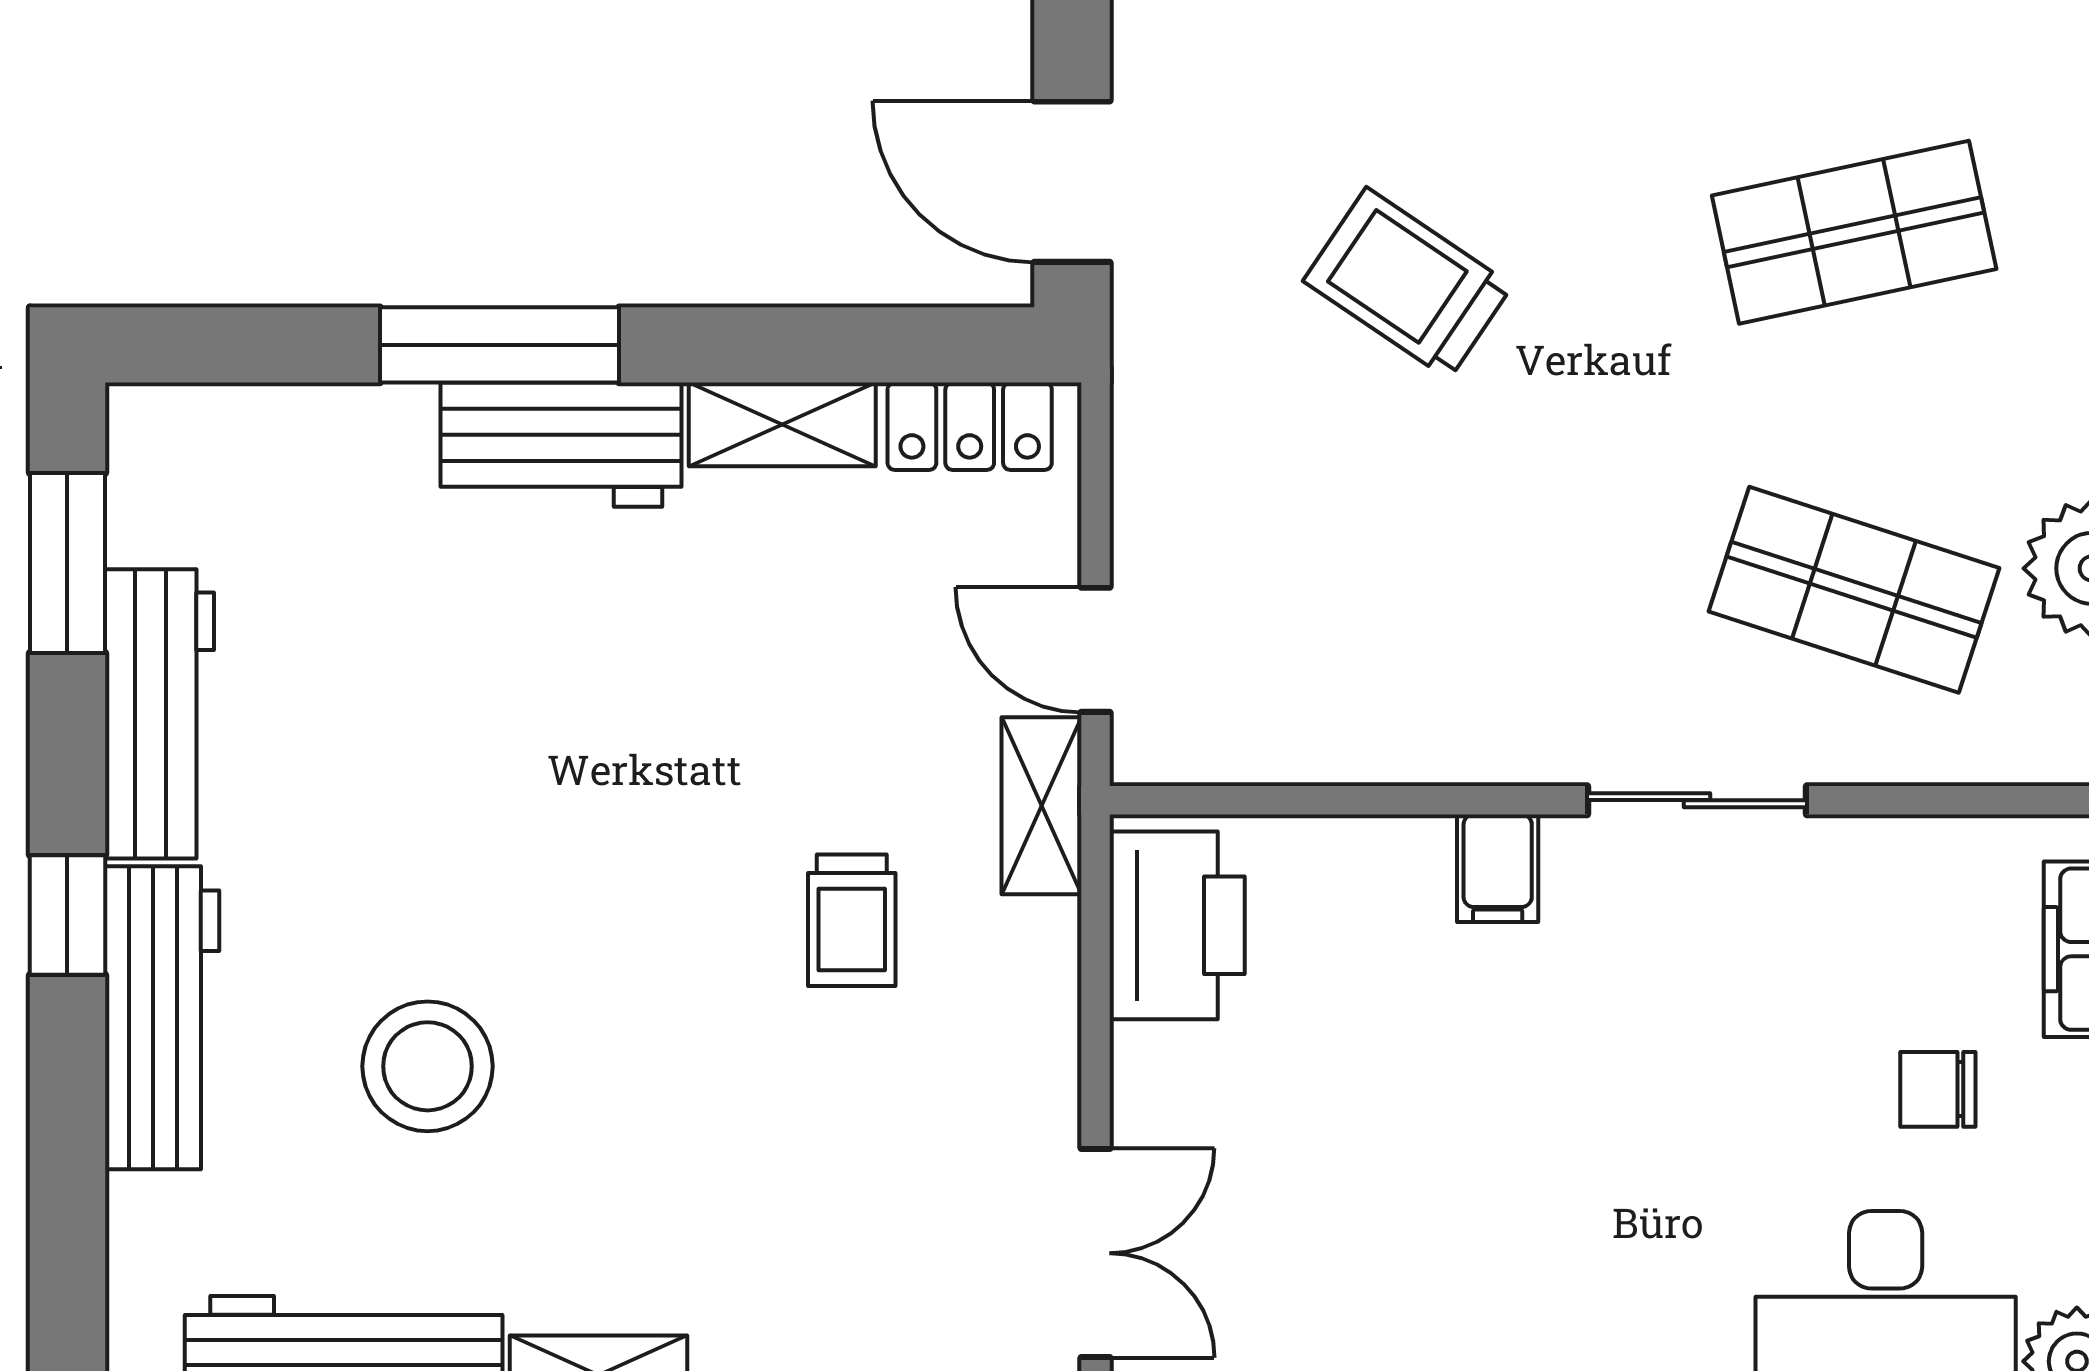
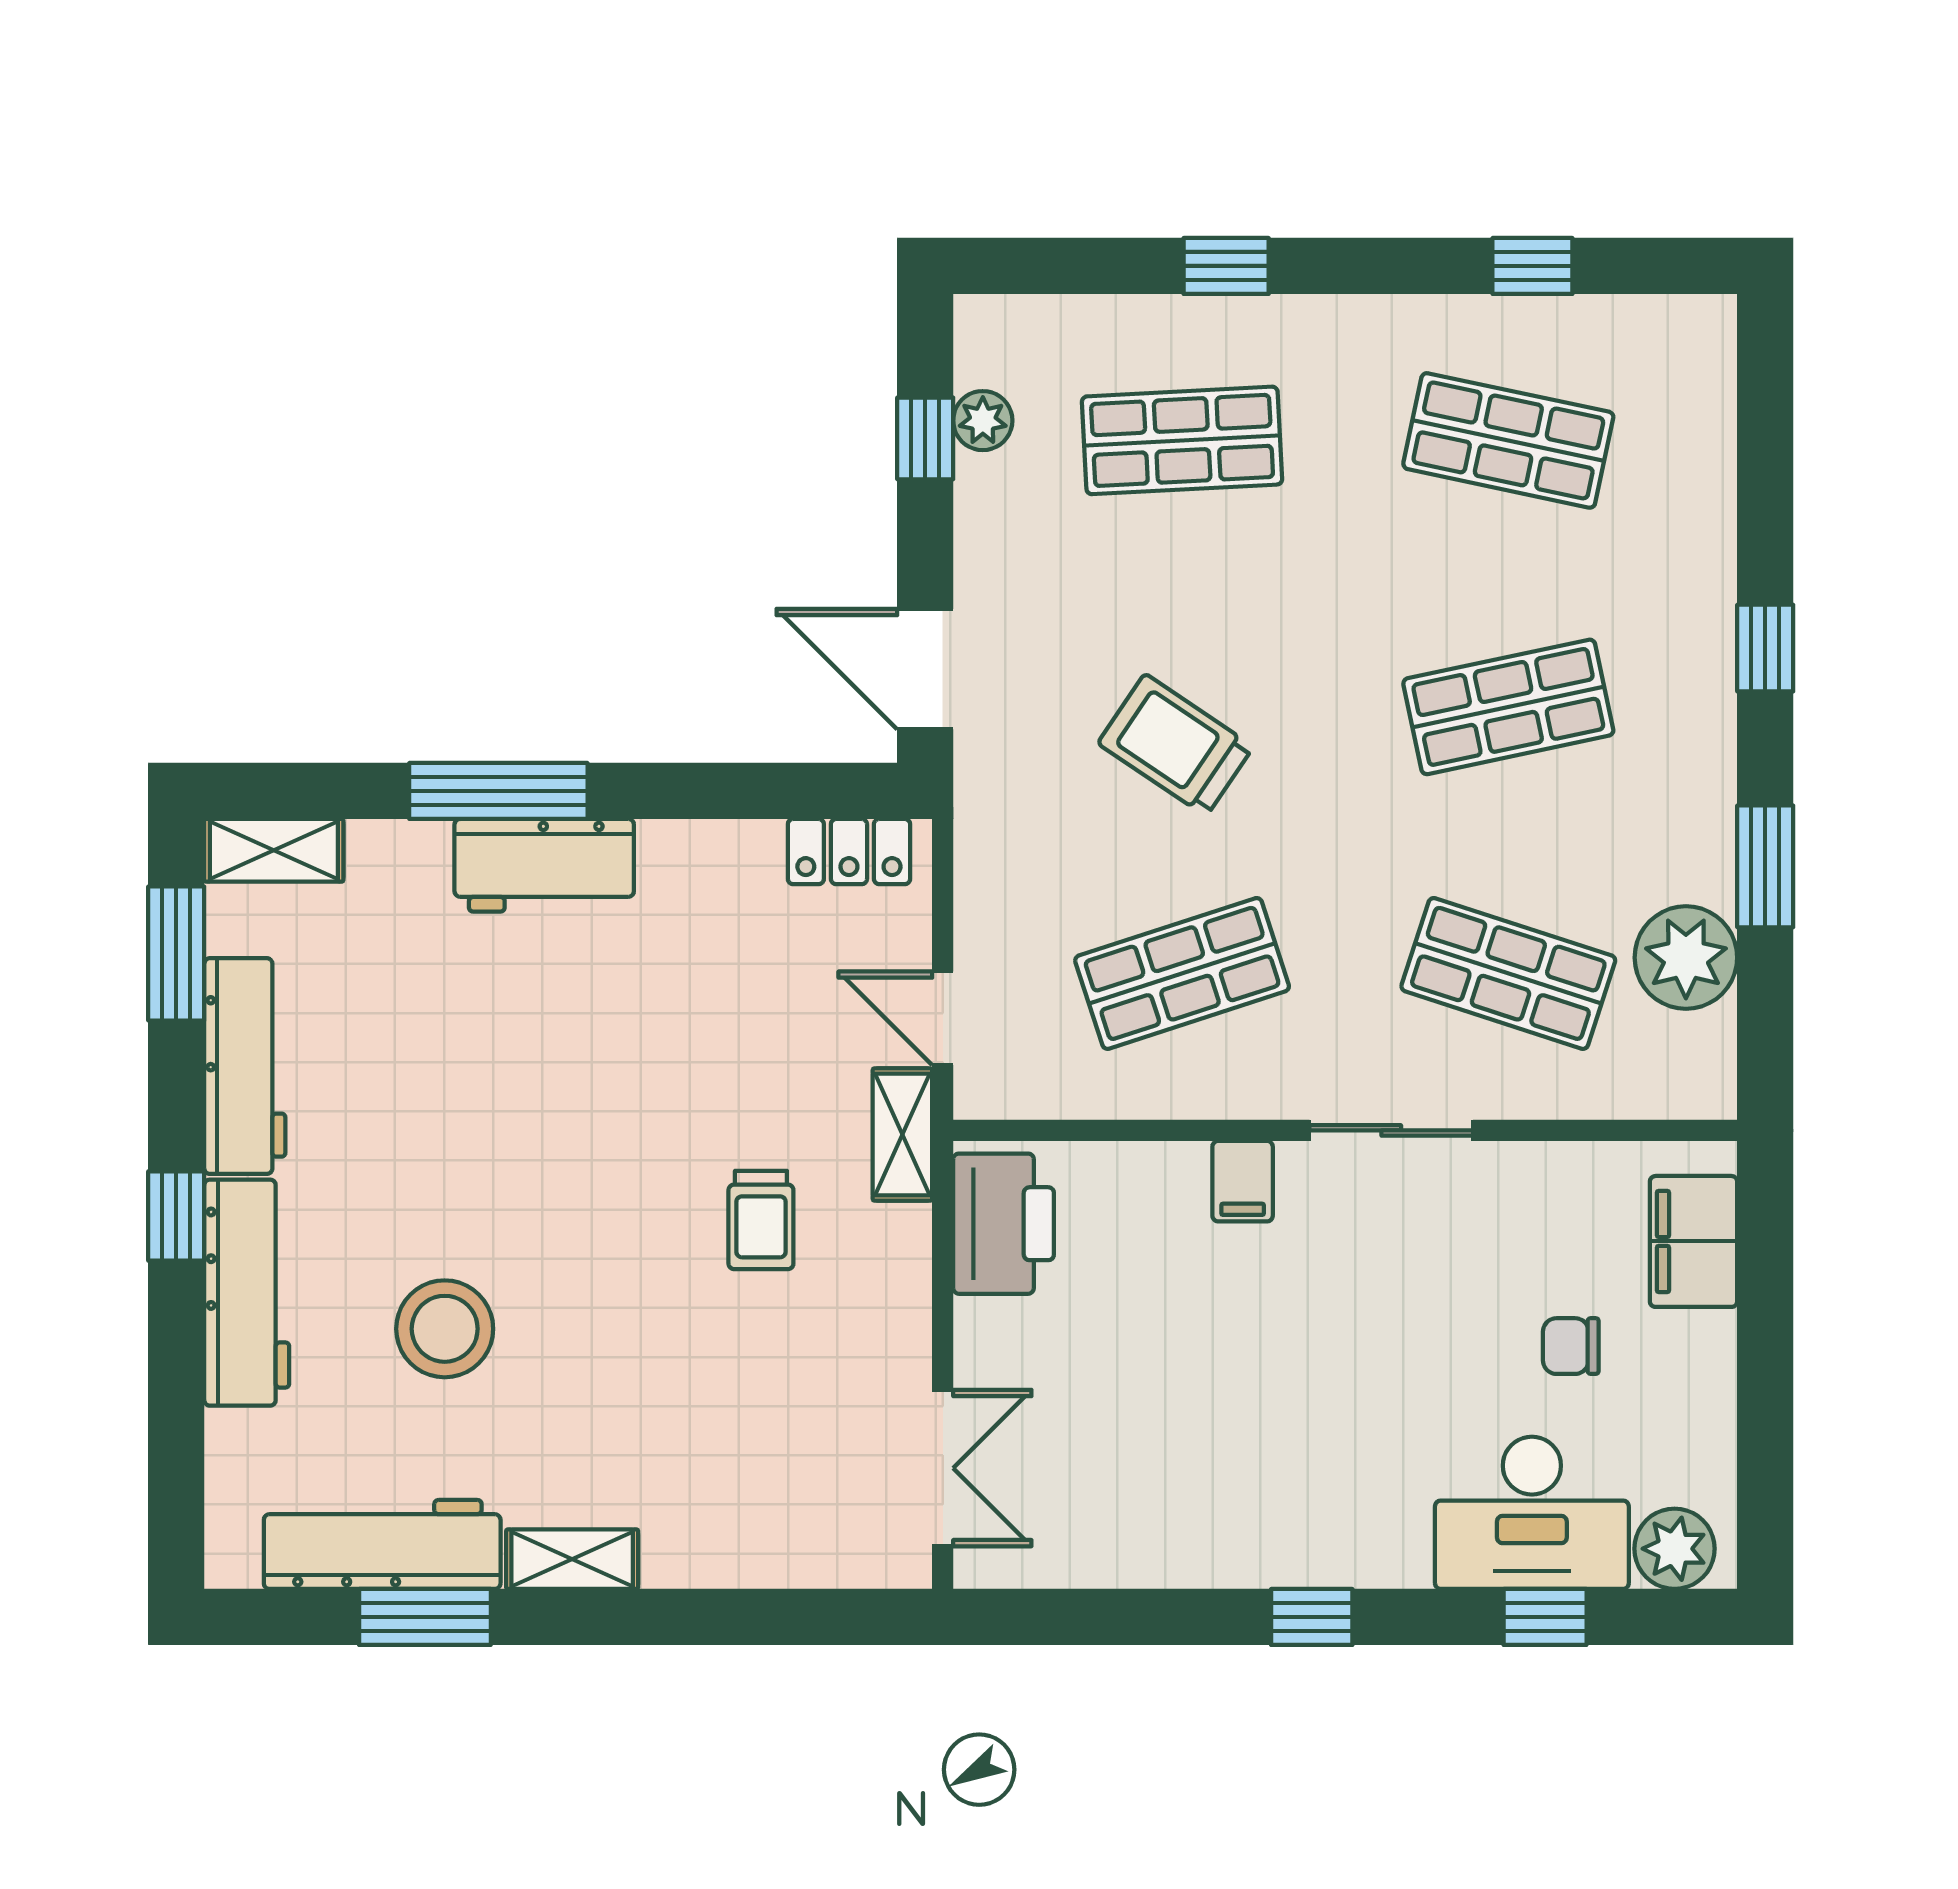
shelving: (782, 424) -> (274, 850), moved
shop shelf: (1417, 590) -> (1182, 973), added

